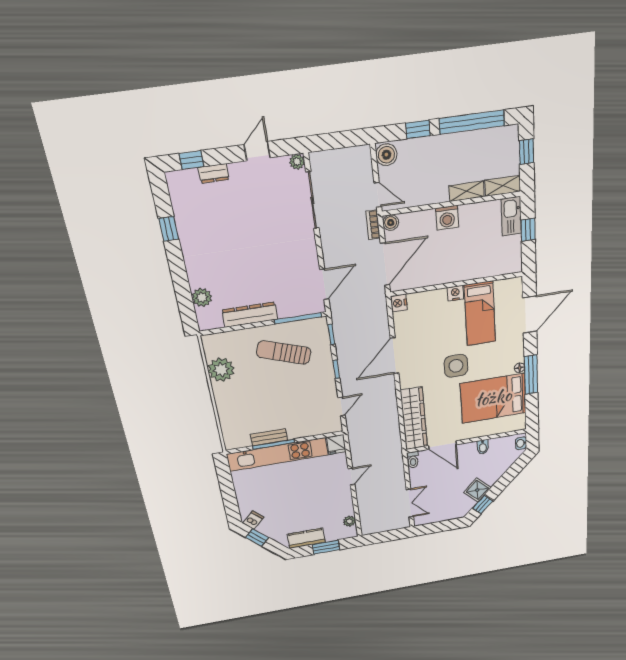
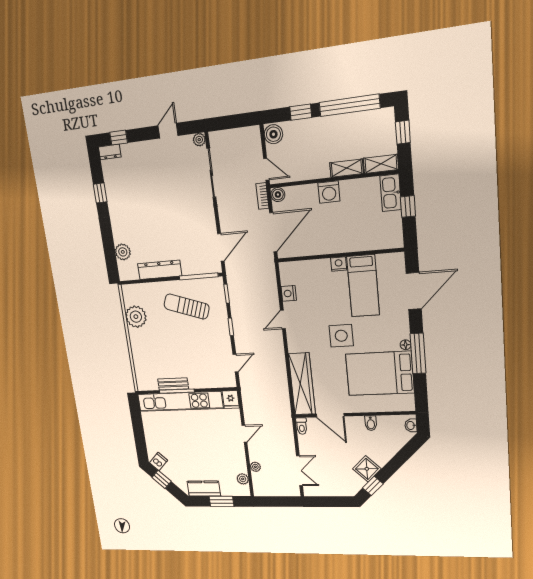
dresser: (214, 173) -> (110, 152), moved
nightstand: (399, 303) -> (289, 293), moved
door: (395, 356) -> (283, 320), width x0.53
plant: (363, 507) -> (255, 467), added

